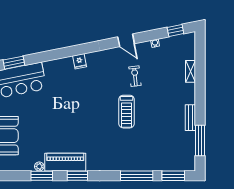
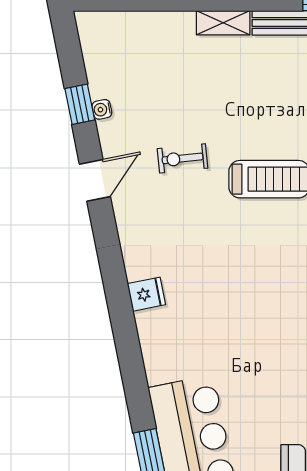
window: (175, 30) -> (80, 104), moved
shelving: (190, 71) -> (223, 23), moved

